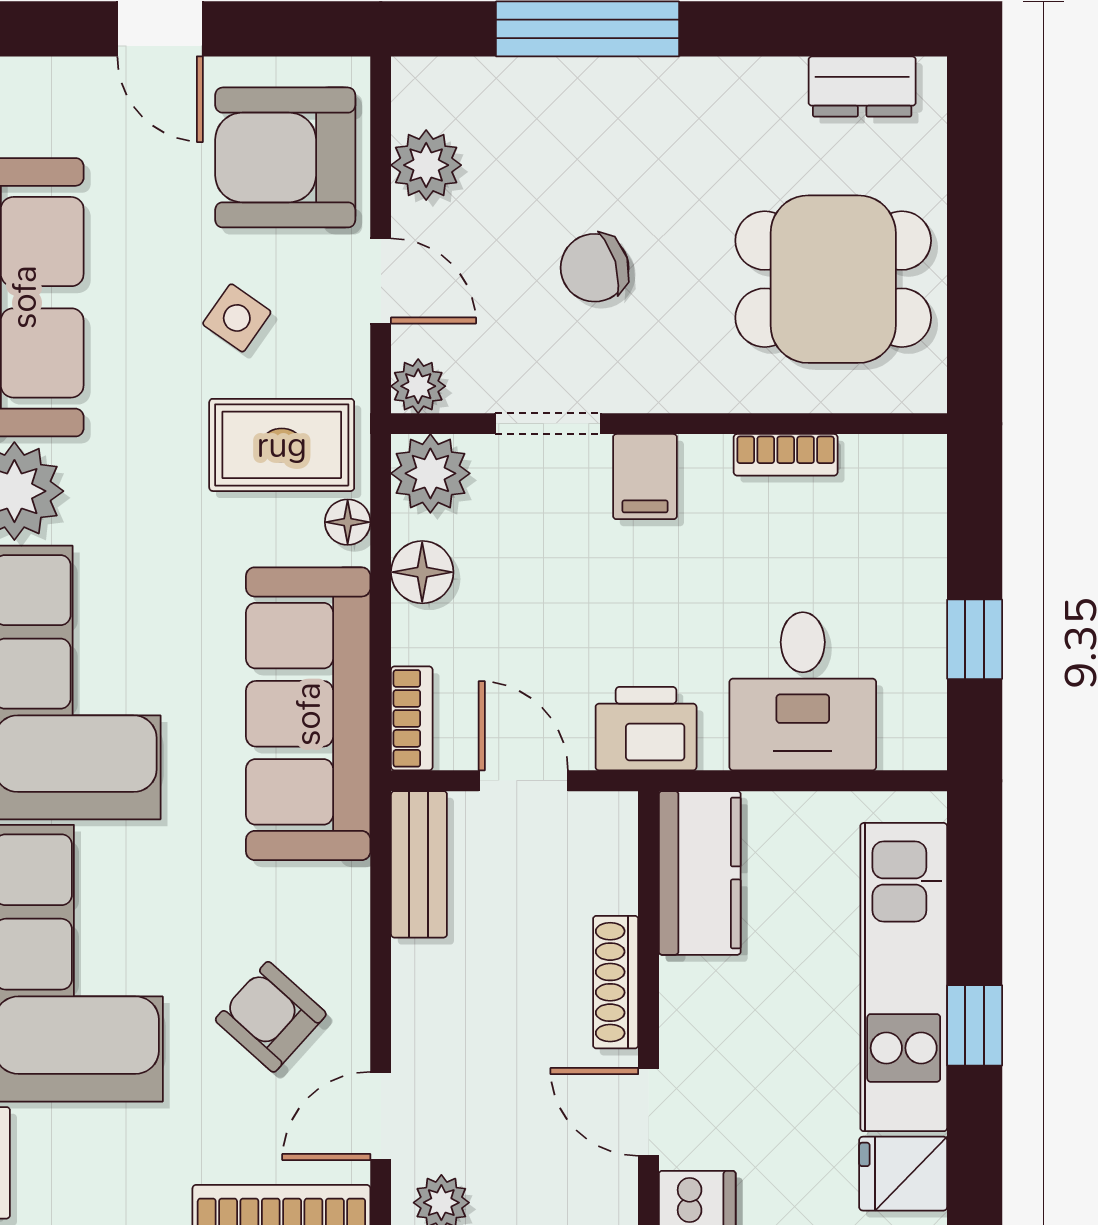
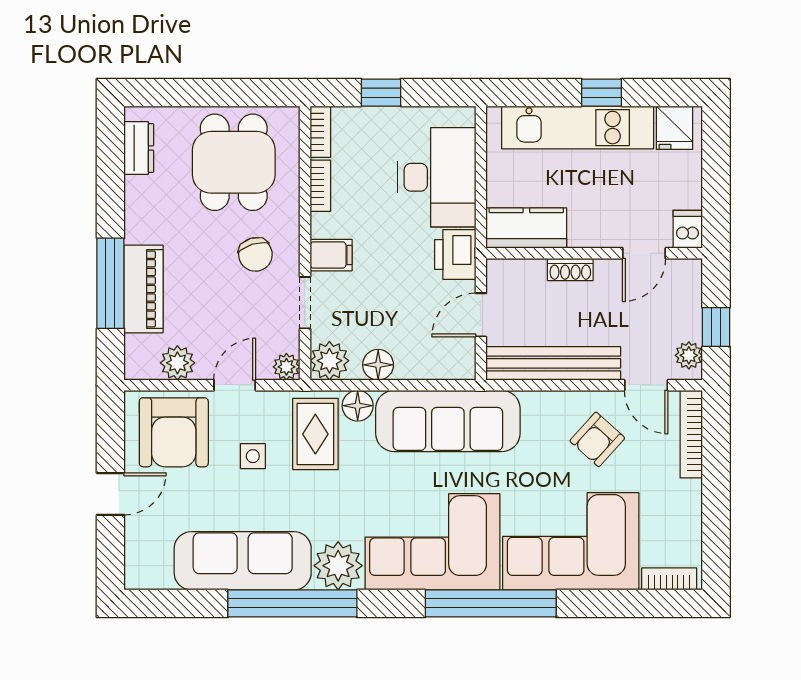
piano: (576, 96) -> (144, 289), added
chair: (595, 268) -> (255, 254), moved
side table: (237, 318) -> (253, 456), turned -35
floor lamp: (348, 522) -> (358, 406), width x1.37, depth x1.37
window: (975, 639) -> (381, 93), moved
desk: (803, 691) -> (437, 177), width x1.37
bookcase: (412, 718) -> (320, 132), moved, turned 90
bench: (419, 864) -> (553, 363), width x1.86, depth x1.21
shoe rack: (616, 982) -> (570, 269), width x0.70

